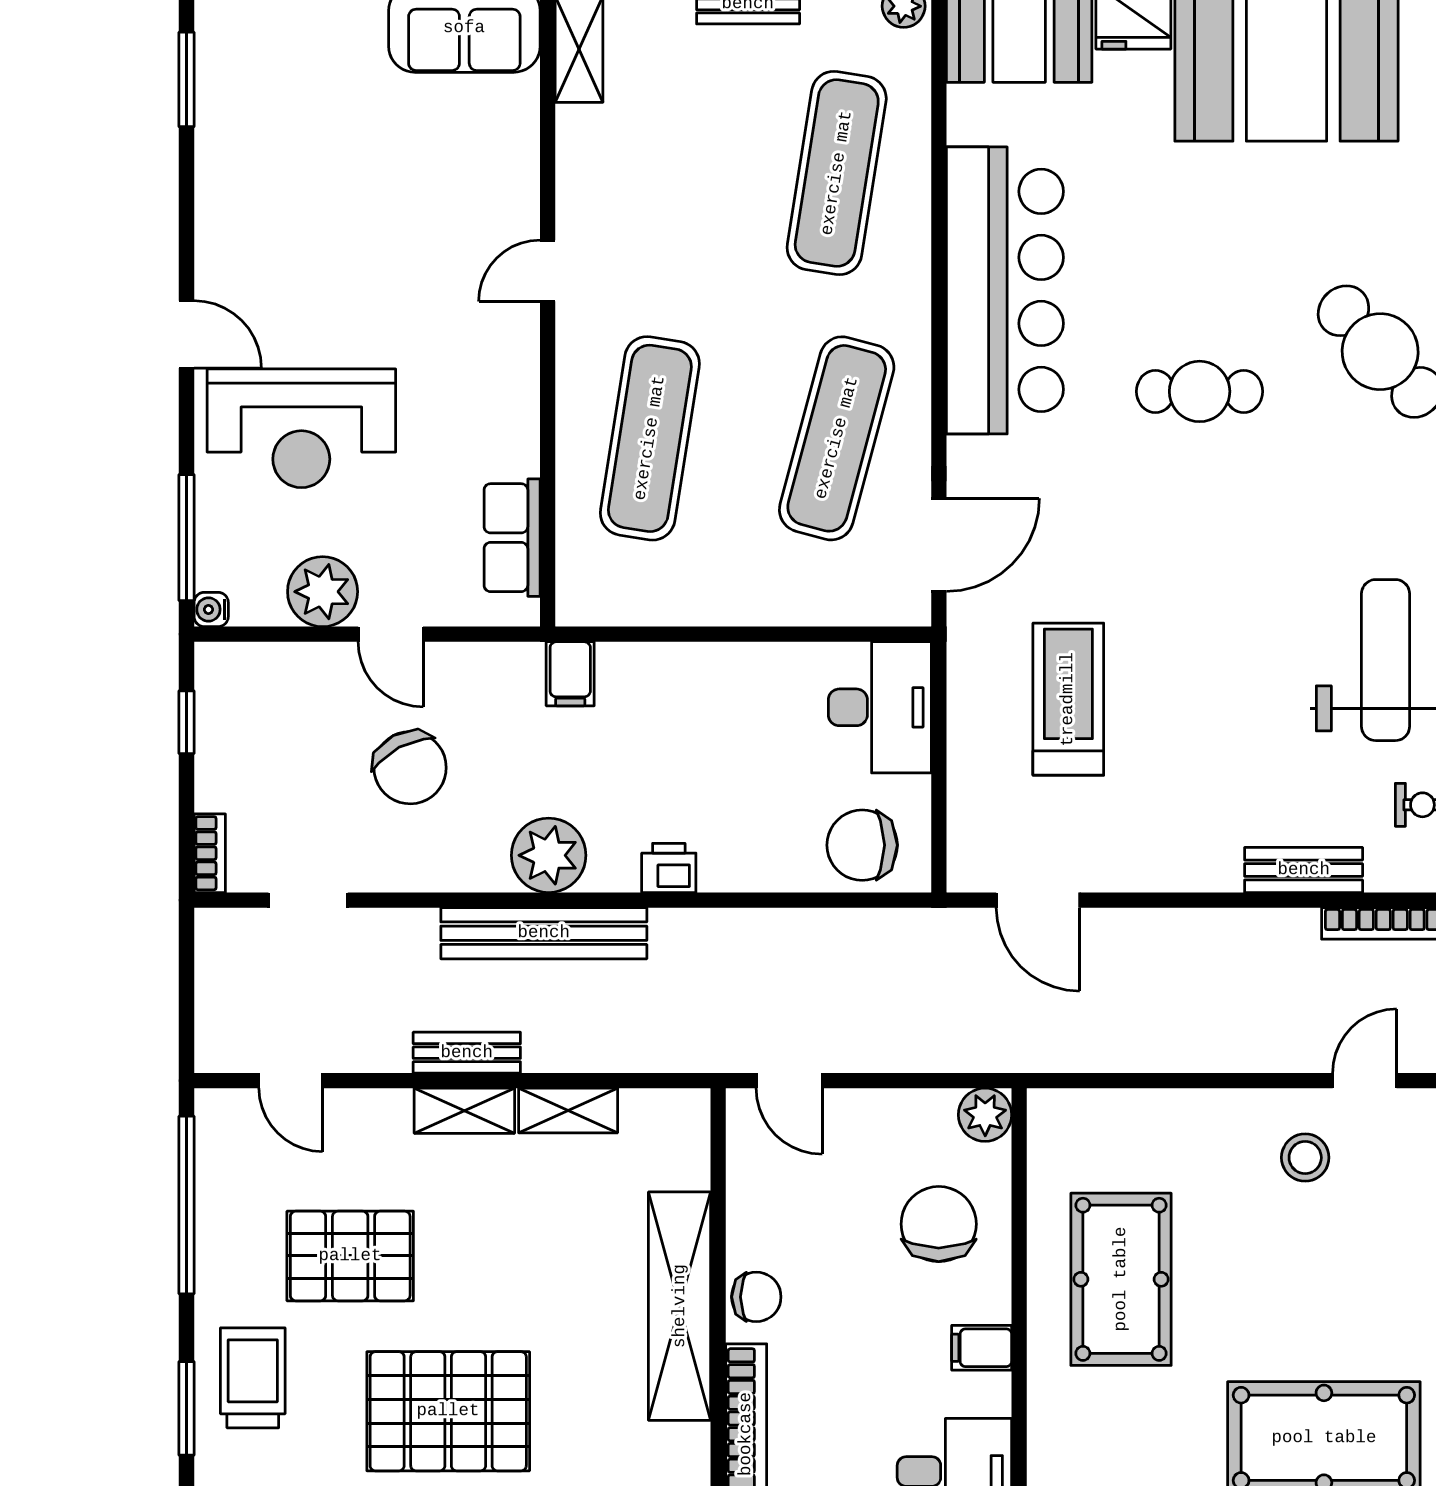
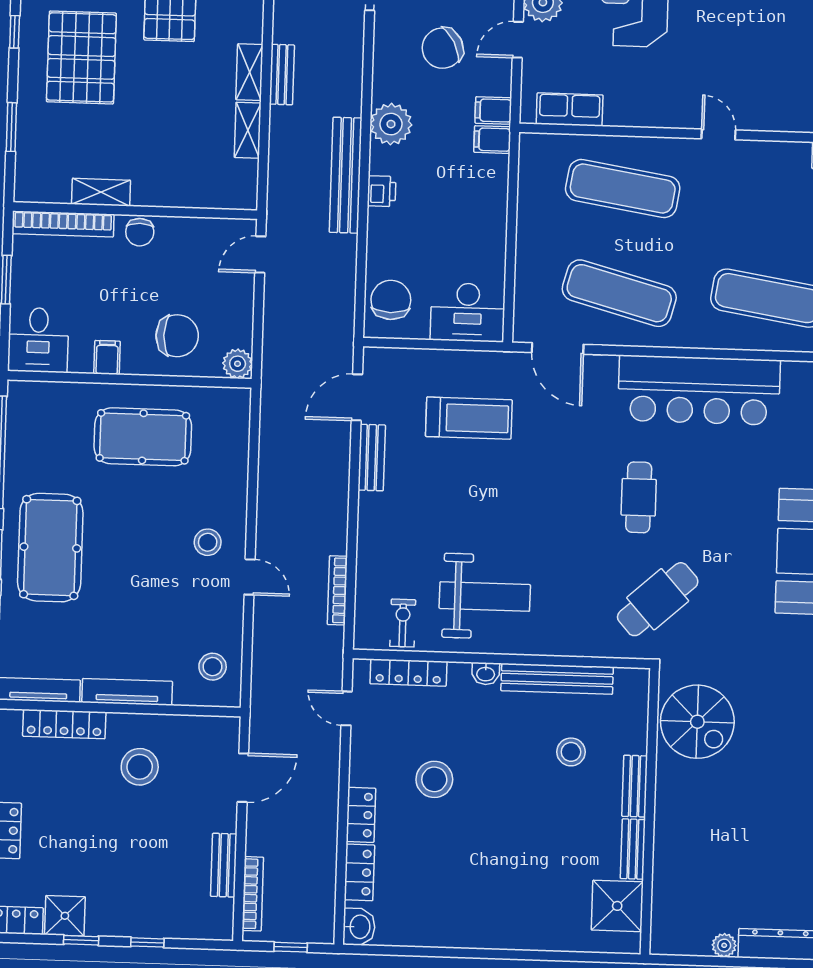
filing cabinet: (518, 674) -> (493, 110), added
bench: (1304, 870) -> (372, 458), moved
bench: (544, 933) -> (346, 175), moved
shelving: (680, 1306) -> (101, 192), width x0.45, depth x0.75

